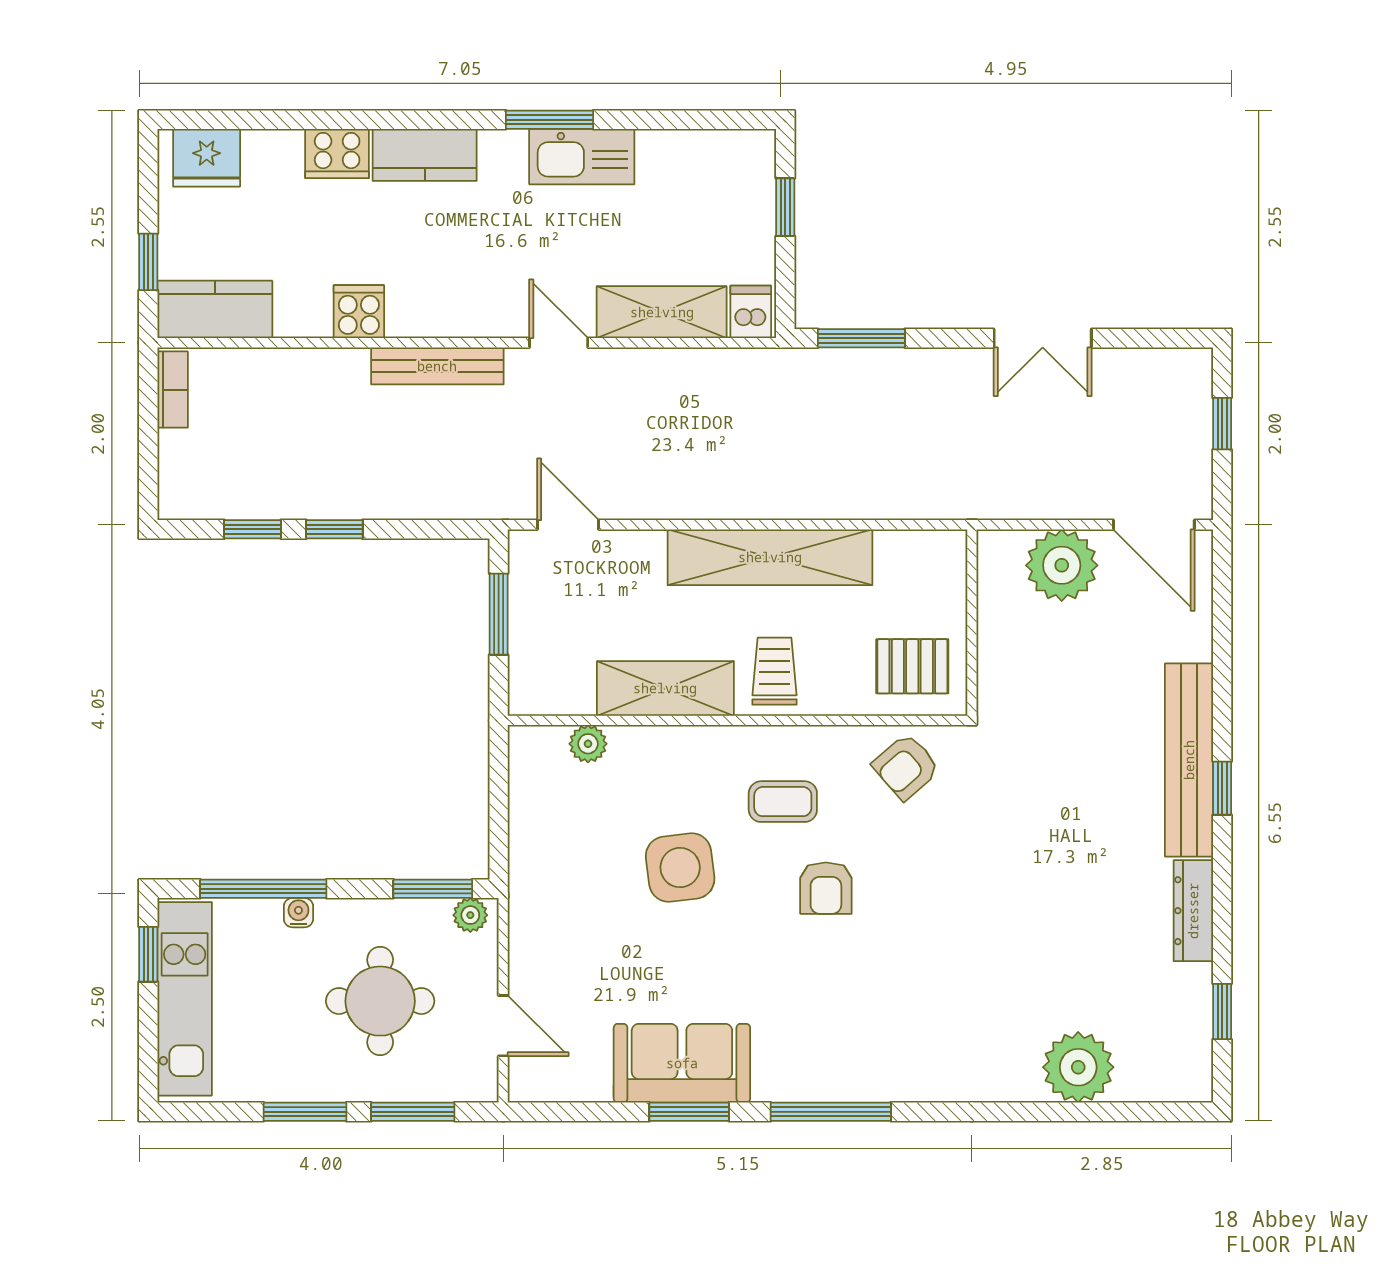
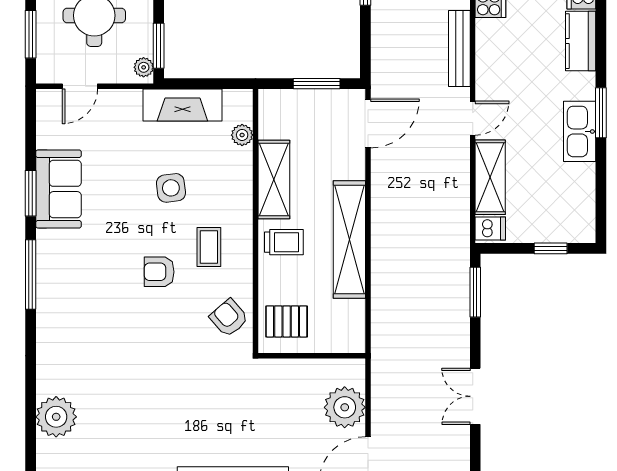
door: (568, 525) -> (368, 123), width x1.37
pallet: (912, 666) -> (287, 321), turned 90
fireplace: (536, 848) -> (182, 105), added
side table: (680, 868) -> (171, 188), width x0.73, depth x0.73

